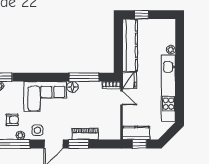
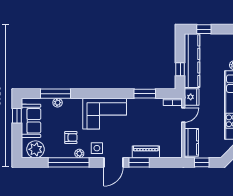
window: (118, 54) -> (180, 69), added
window: (84, 77) -> (145, 94), width x0.69
floor lamp: (73, 87) -> (133, 104), removed
door: (121, 98) -> (183, 115), hinge flipped
kitchen counter: (136, 133) -> (191, 142), moved, turned 90

